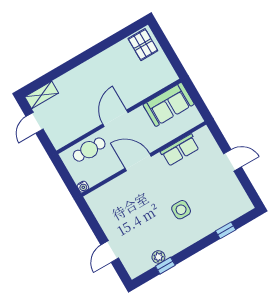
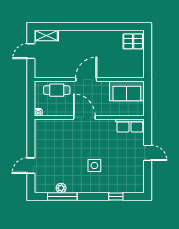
pallet: (143, 45) -> (133, 41), turned 90
row of seats: (180, 150) -> (130, 126), moved
window: (165, 266) -> (62, 196), width x2.17

